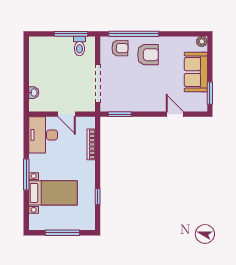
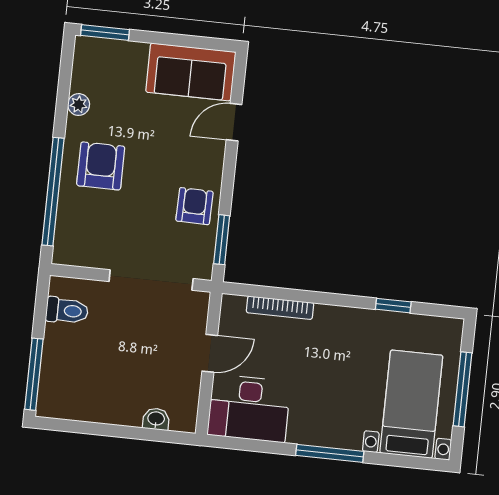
window: (71, 34) -> (34, 374), moved
plant: (202, 41) -> (79, 105), moved
armchair: (120, 48) -> (194, 206), moved
sofa: (196, 72) -> (191, 72), moved
window: (210, 93) -> (105, 32), moved
bed with nightstands: (53, 193) -> (411, 404), moved

